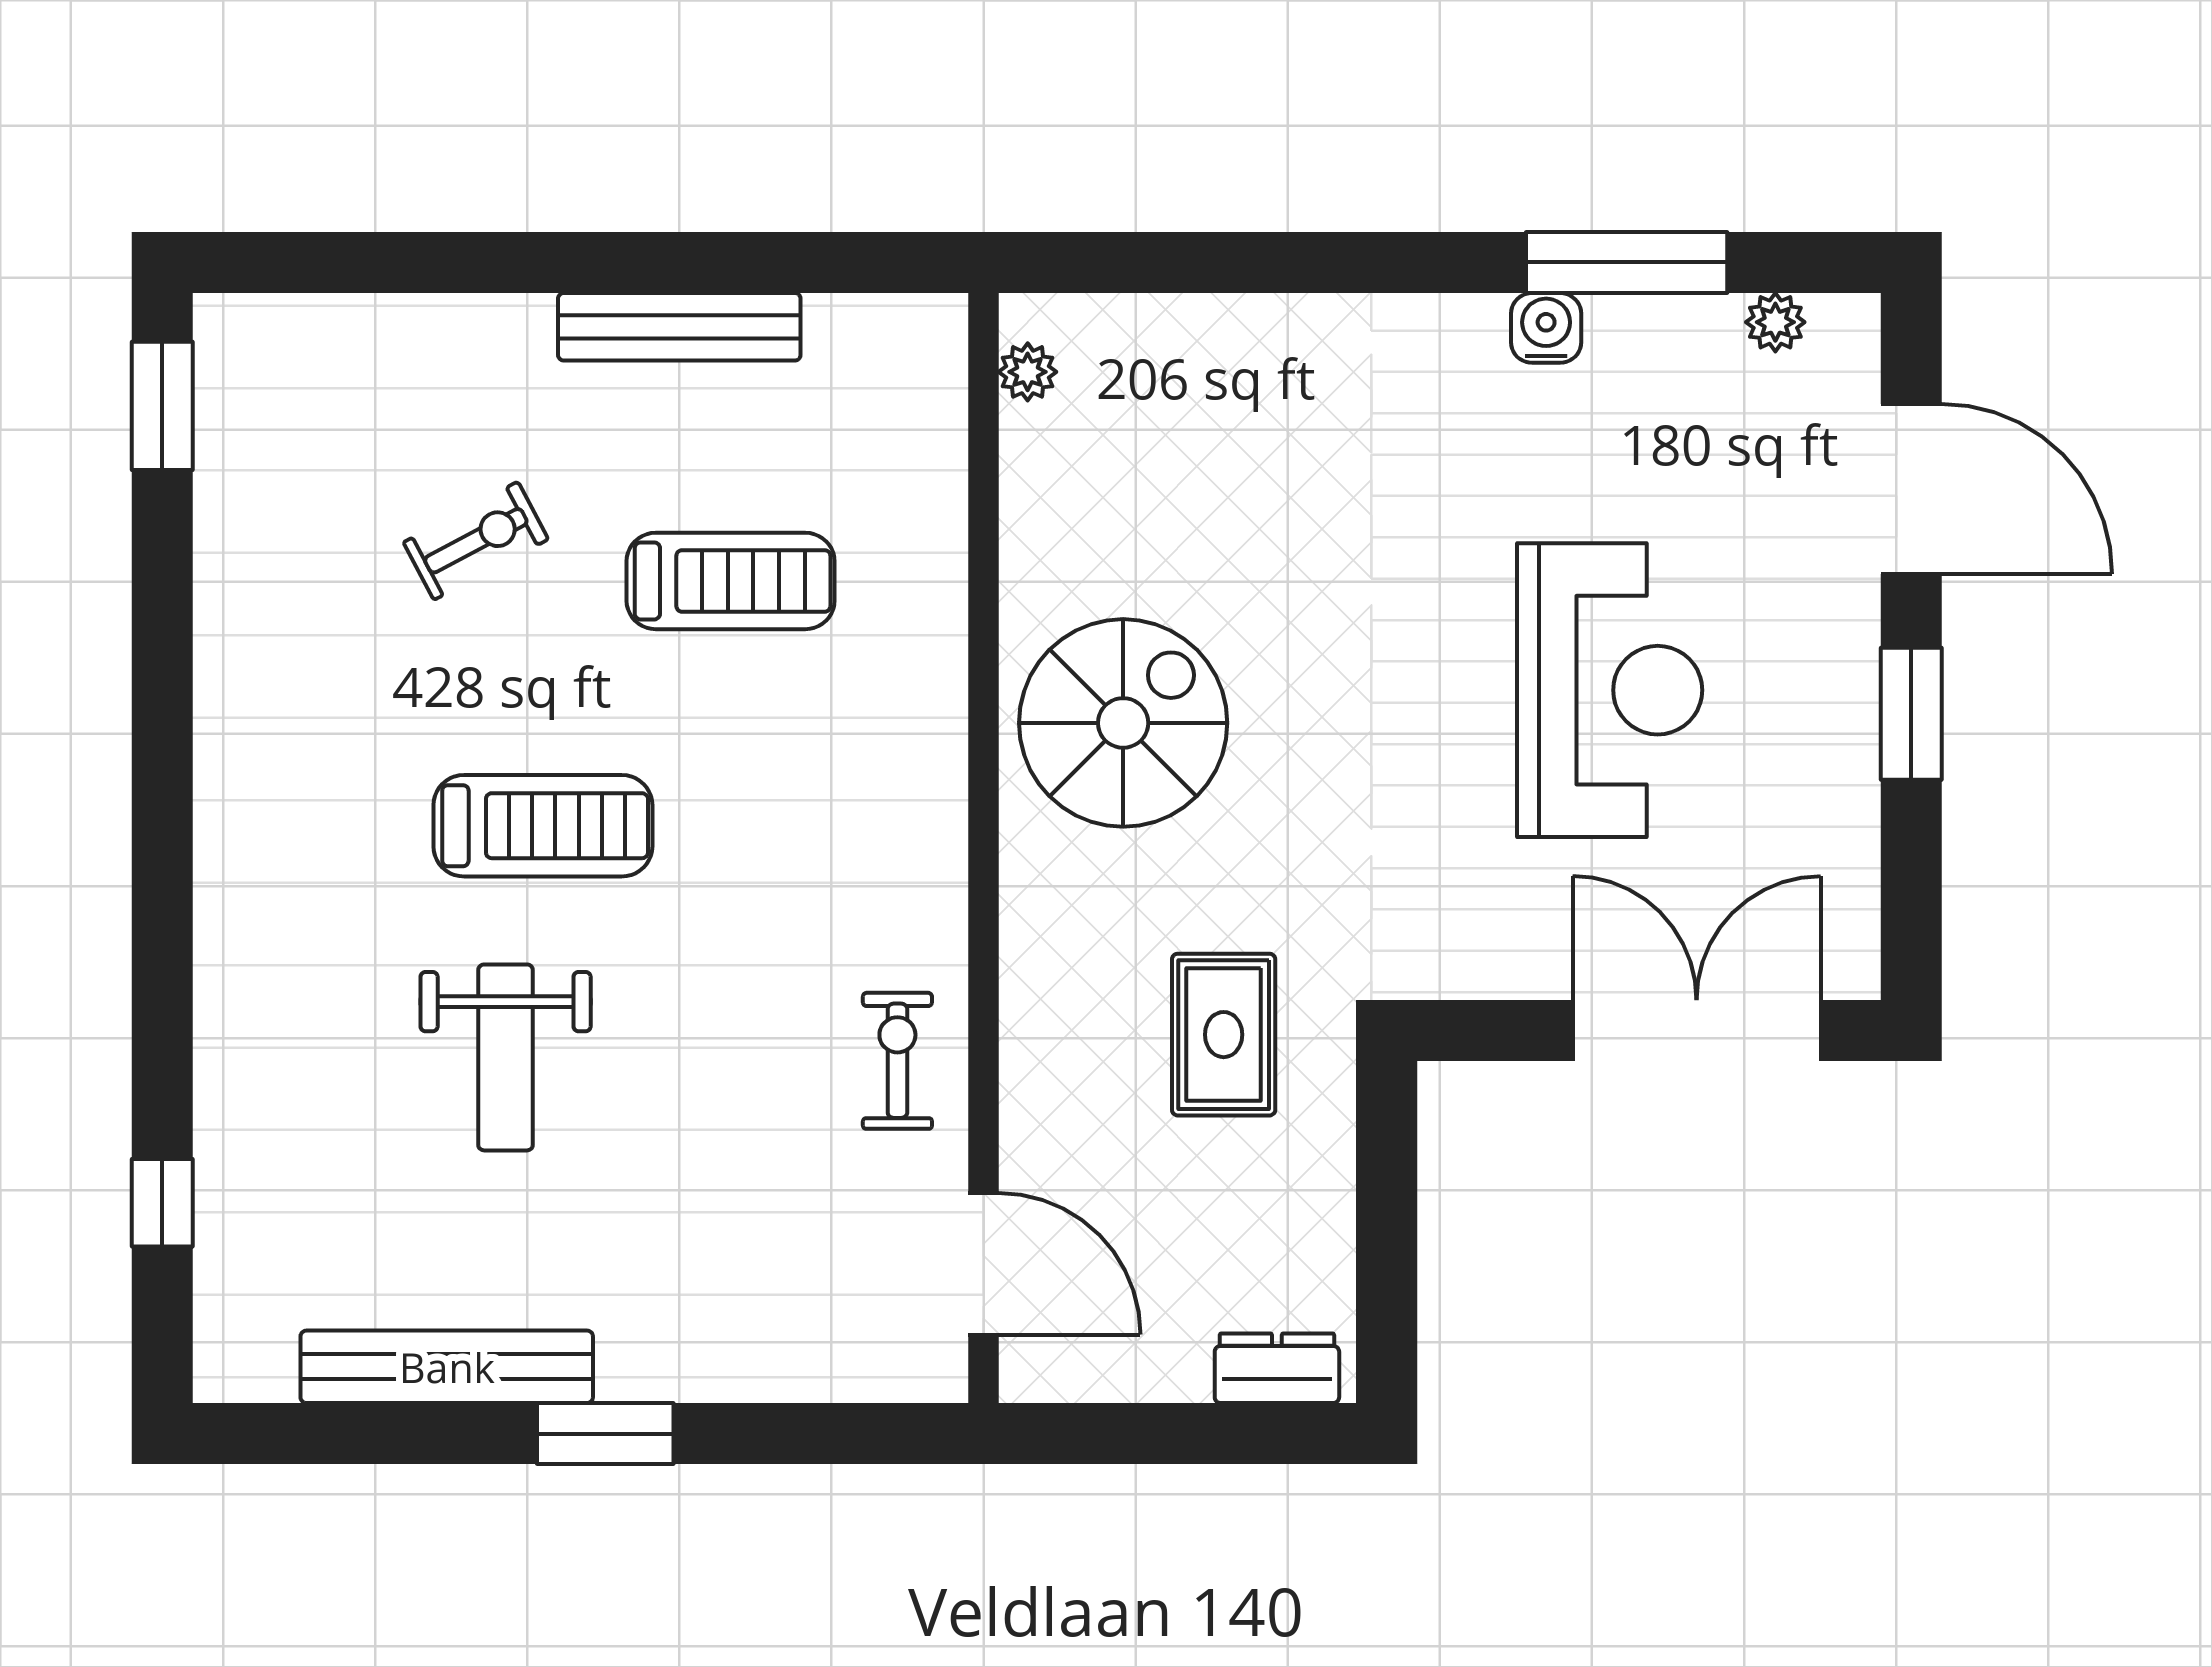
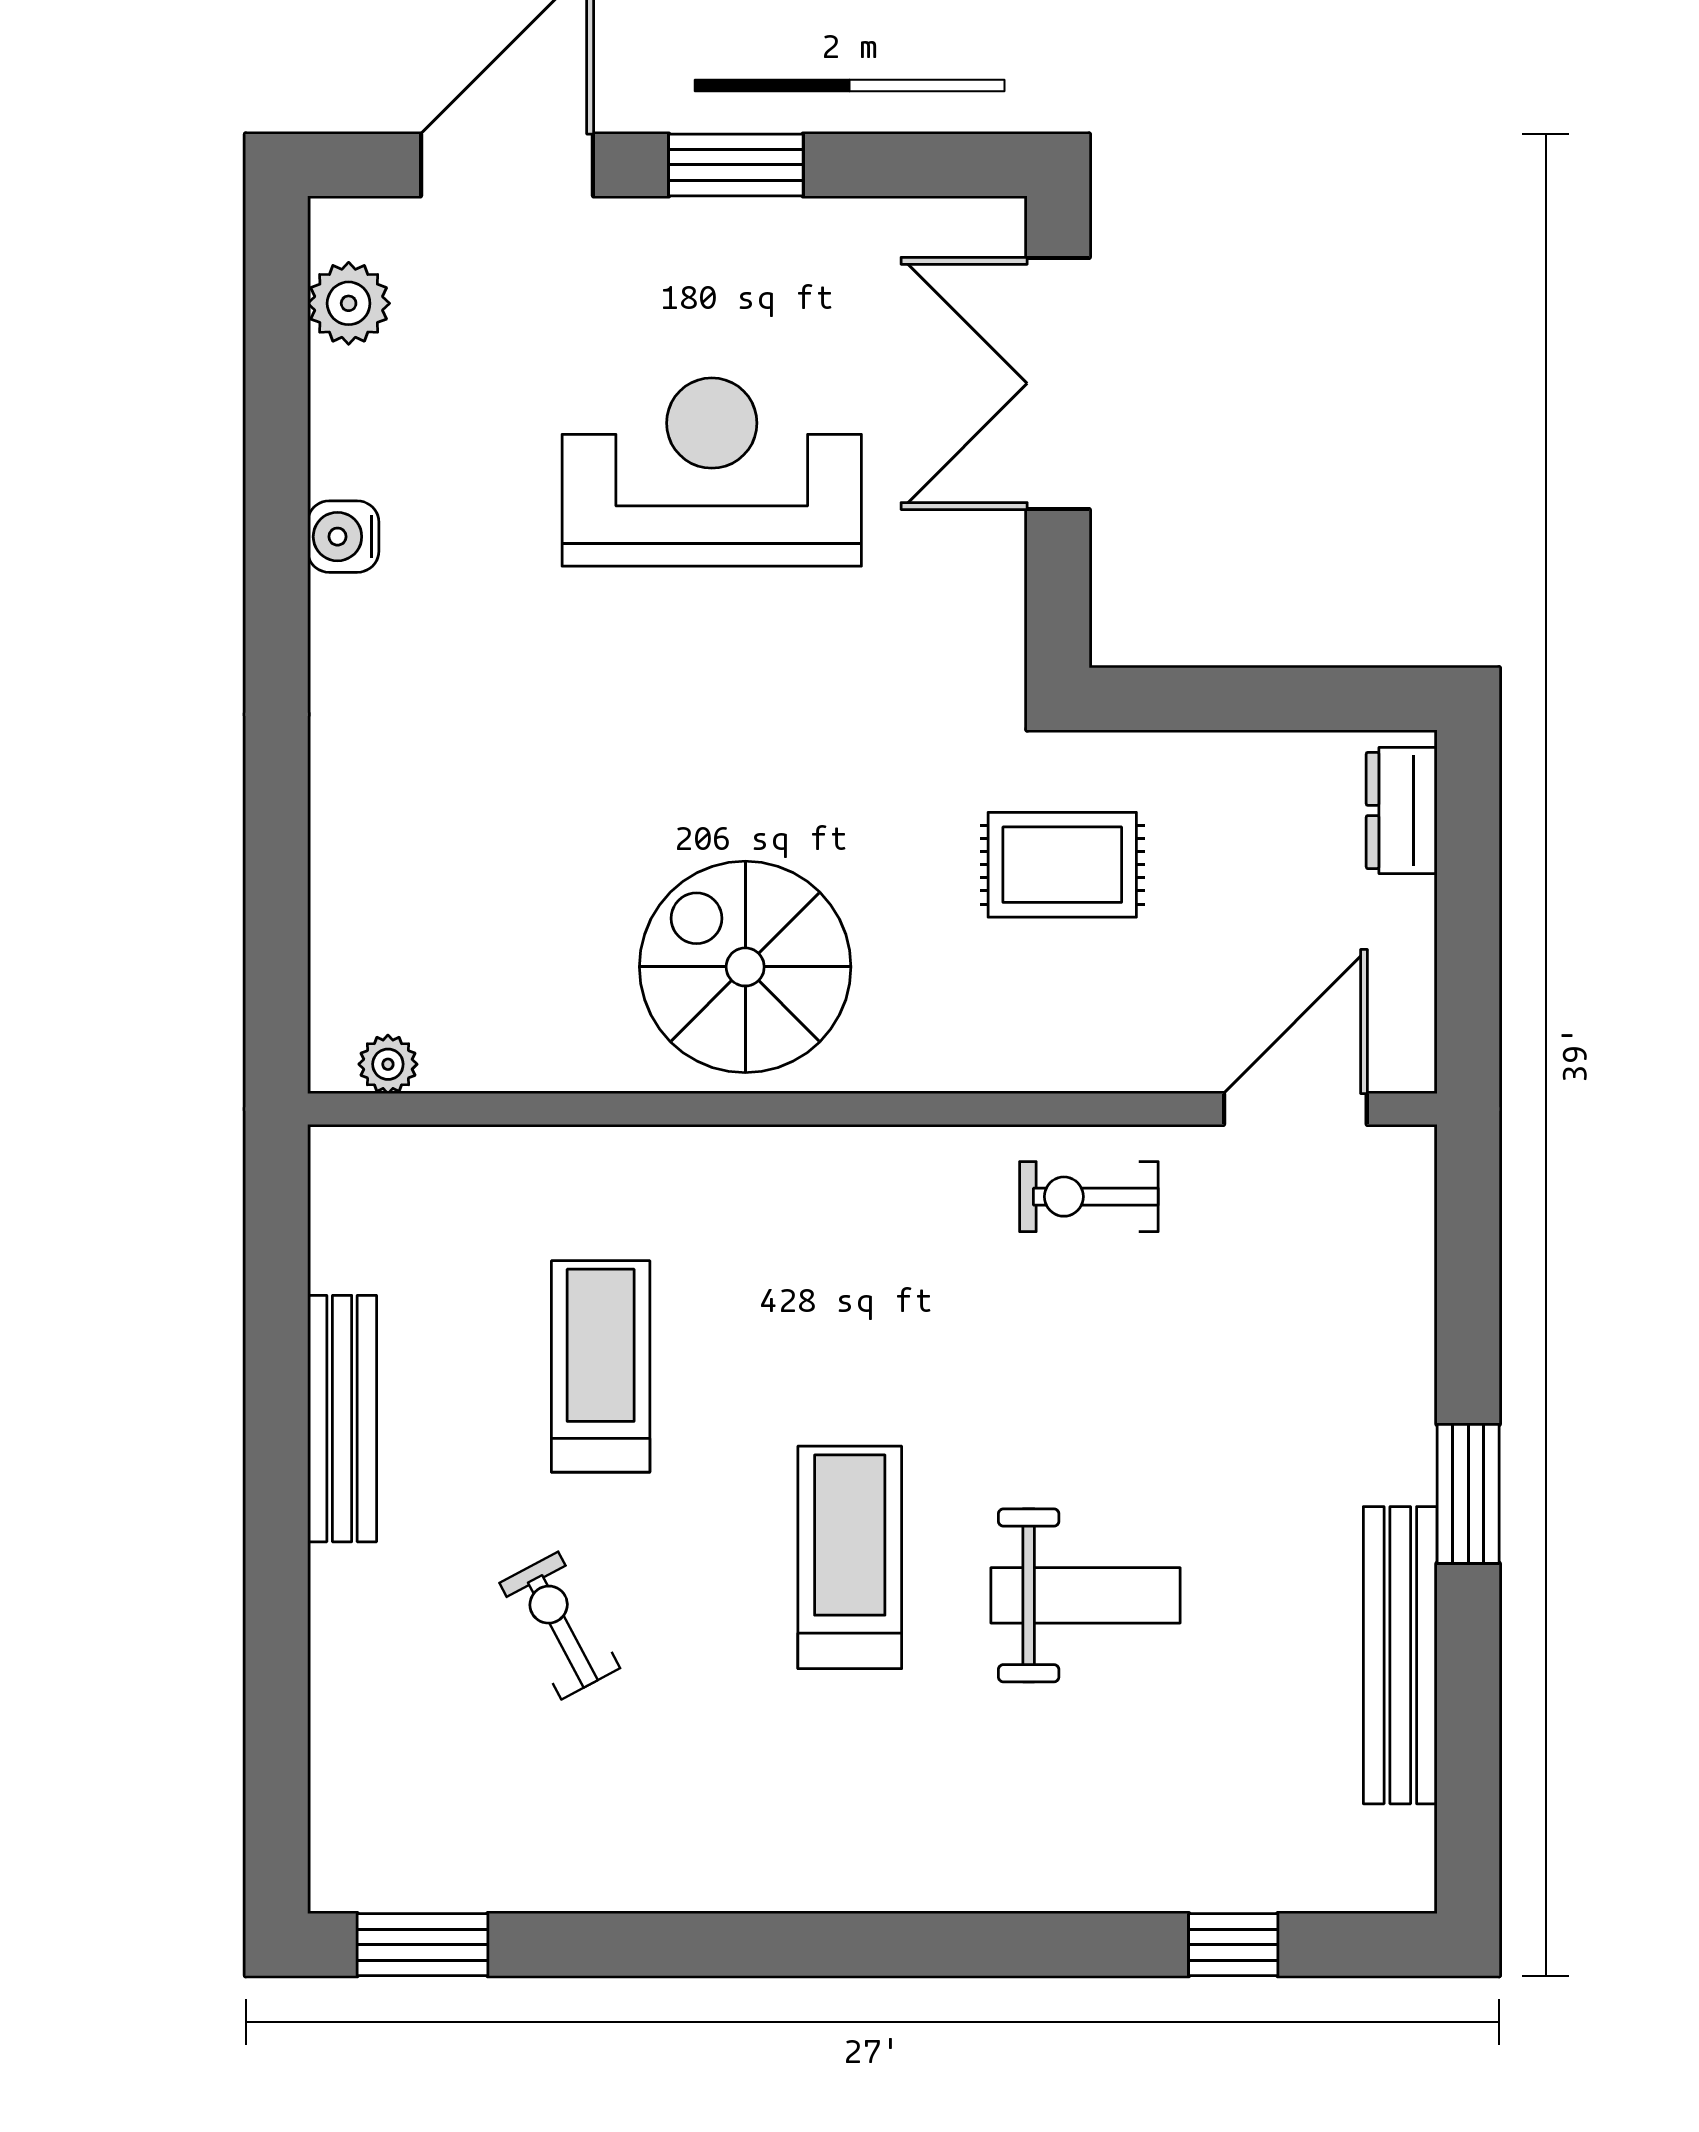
window: (1627, 262) -> (277, 455), removed
plant: (1775, 322) -> (349, 303), width x1.38, depth x1.38

